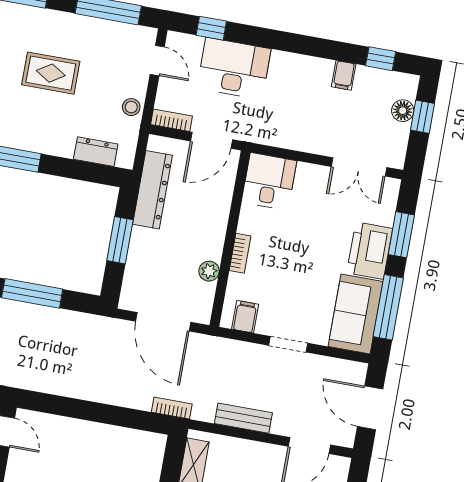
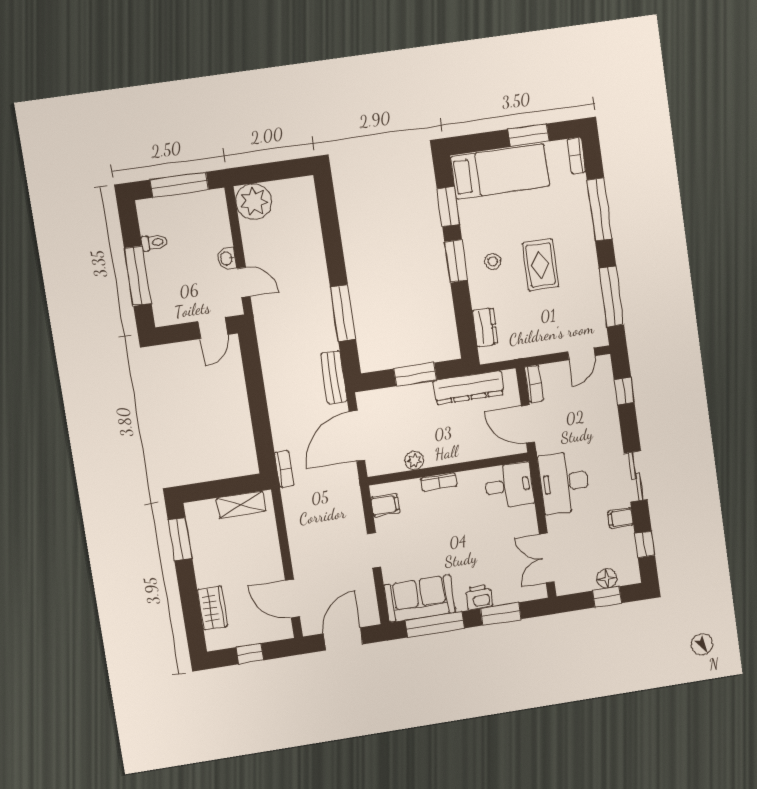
sliding door: (305, 45) -> (636, 476), added
desk: (234, 68) -> (564, 482), moved, turned 180
stool: (131, 107) -> (493, 261), moved
printer: (370, 251) -> (479, 597), width x0.53, depth x0.68
bench: (243, 418) -> (334, 377), moved

